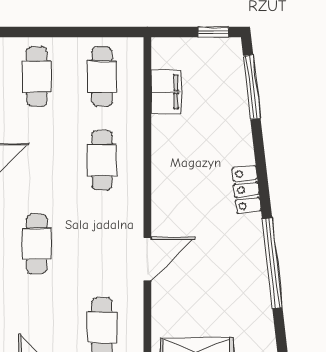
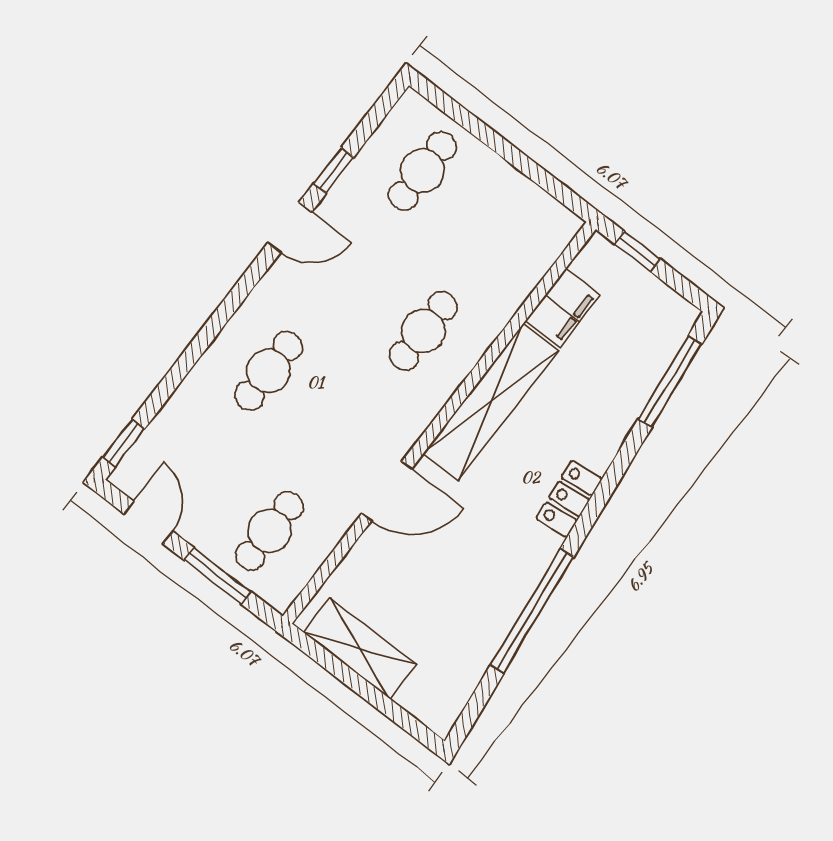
window: (213, 32) -> (637, 251), moved
cafe table: (102, 77) -> (500, 231), removed
shelving: (166, 170) -> (491, 402), added

